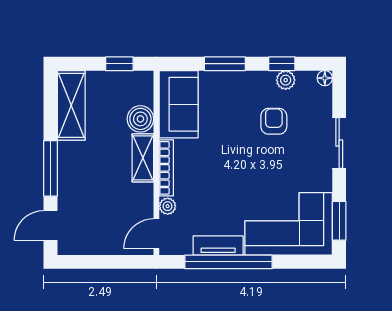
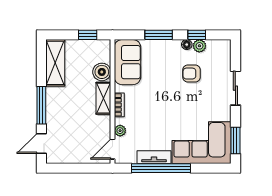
floor lamp: (325, 78) -> (187, 45), moved
armchair: (274, 121) -> (192, 74), turned -90
bookcase: (166, 168) -> (119, 105), width x0.64

